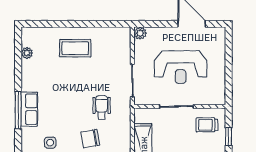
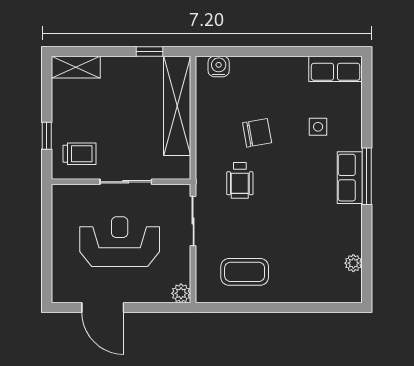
coffee table: (75, 48) -> (245, 272), moved

